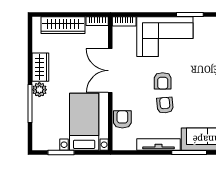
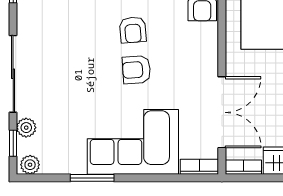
double door: (110, 71) -> (222, 112), moved
armchair: (163, 81) -> (136, 70), turned -94

